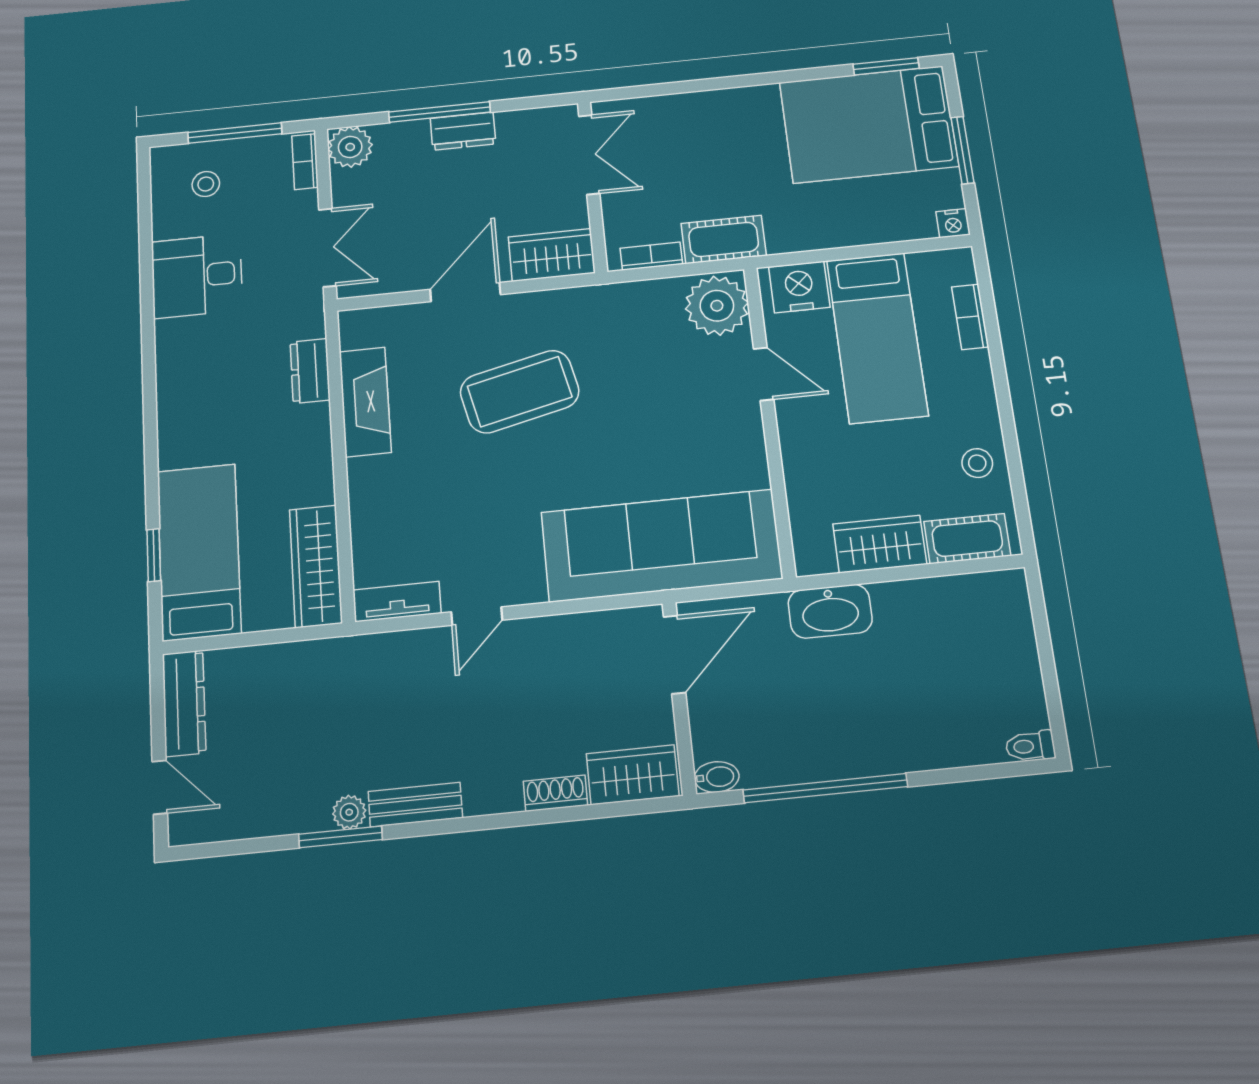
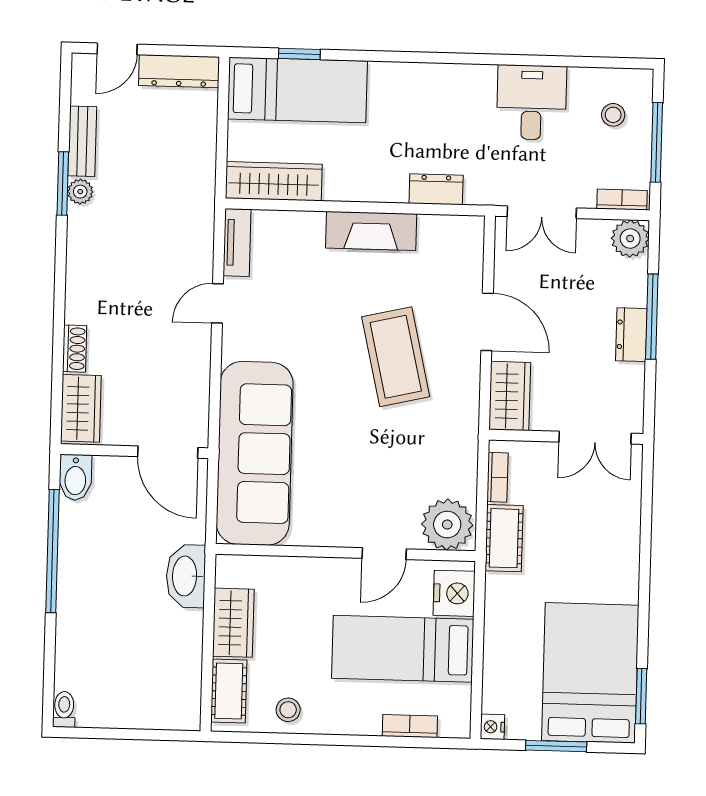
fireplace: (365, 402) -> (371, 231), moved
door: (477, 616) -> (217, 303), hinge flipped
bidet: (717, 777) -> (75, 477), width x1.38, depth x1.36
bench: (415, 805) -> (82, 141), moved

